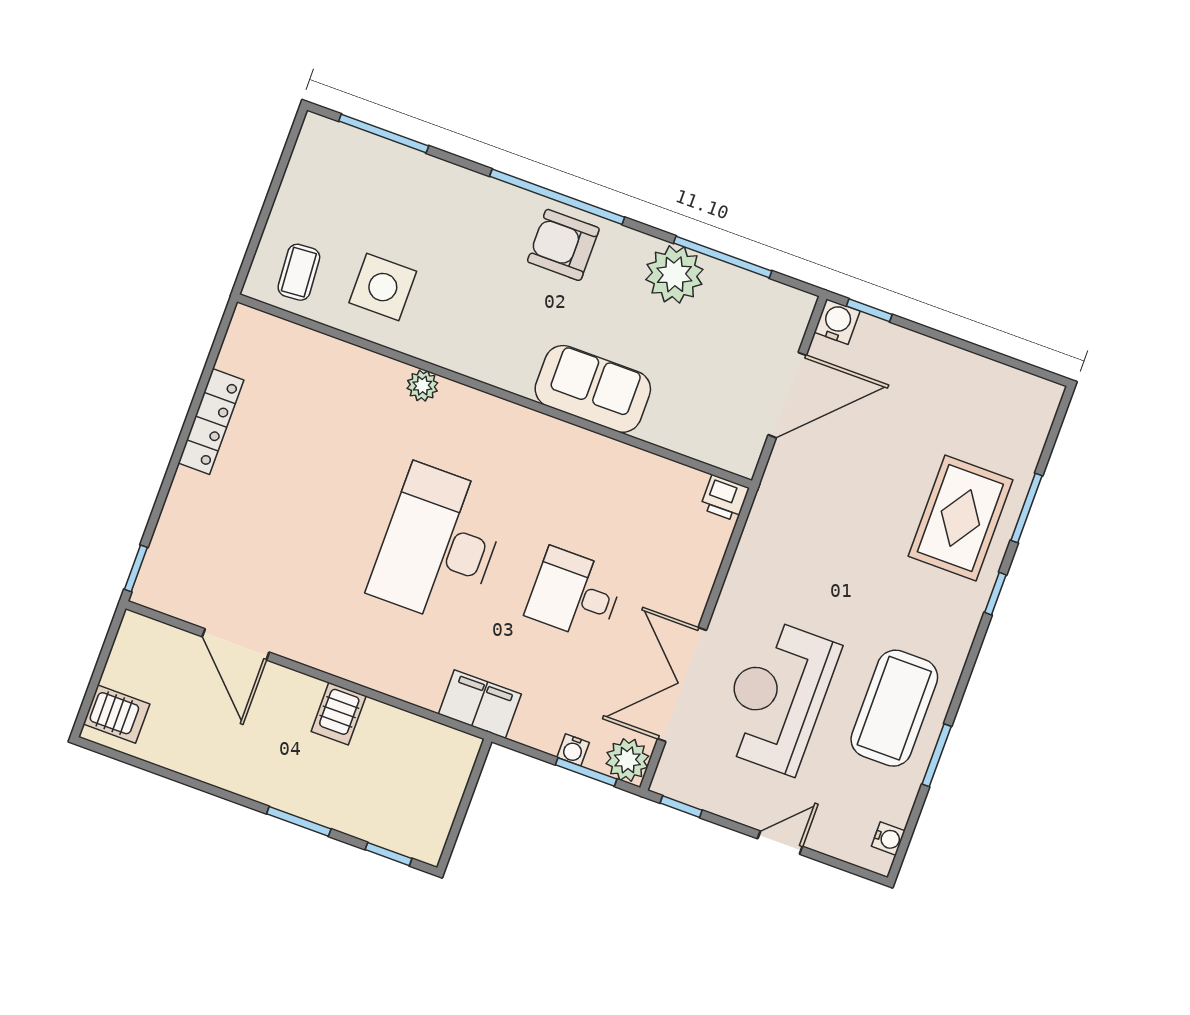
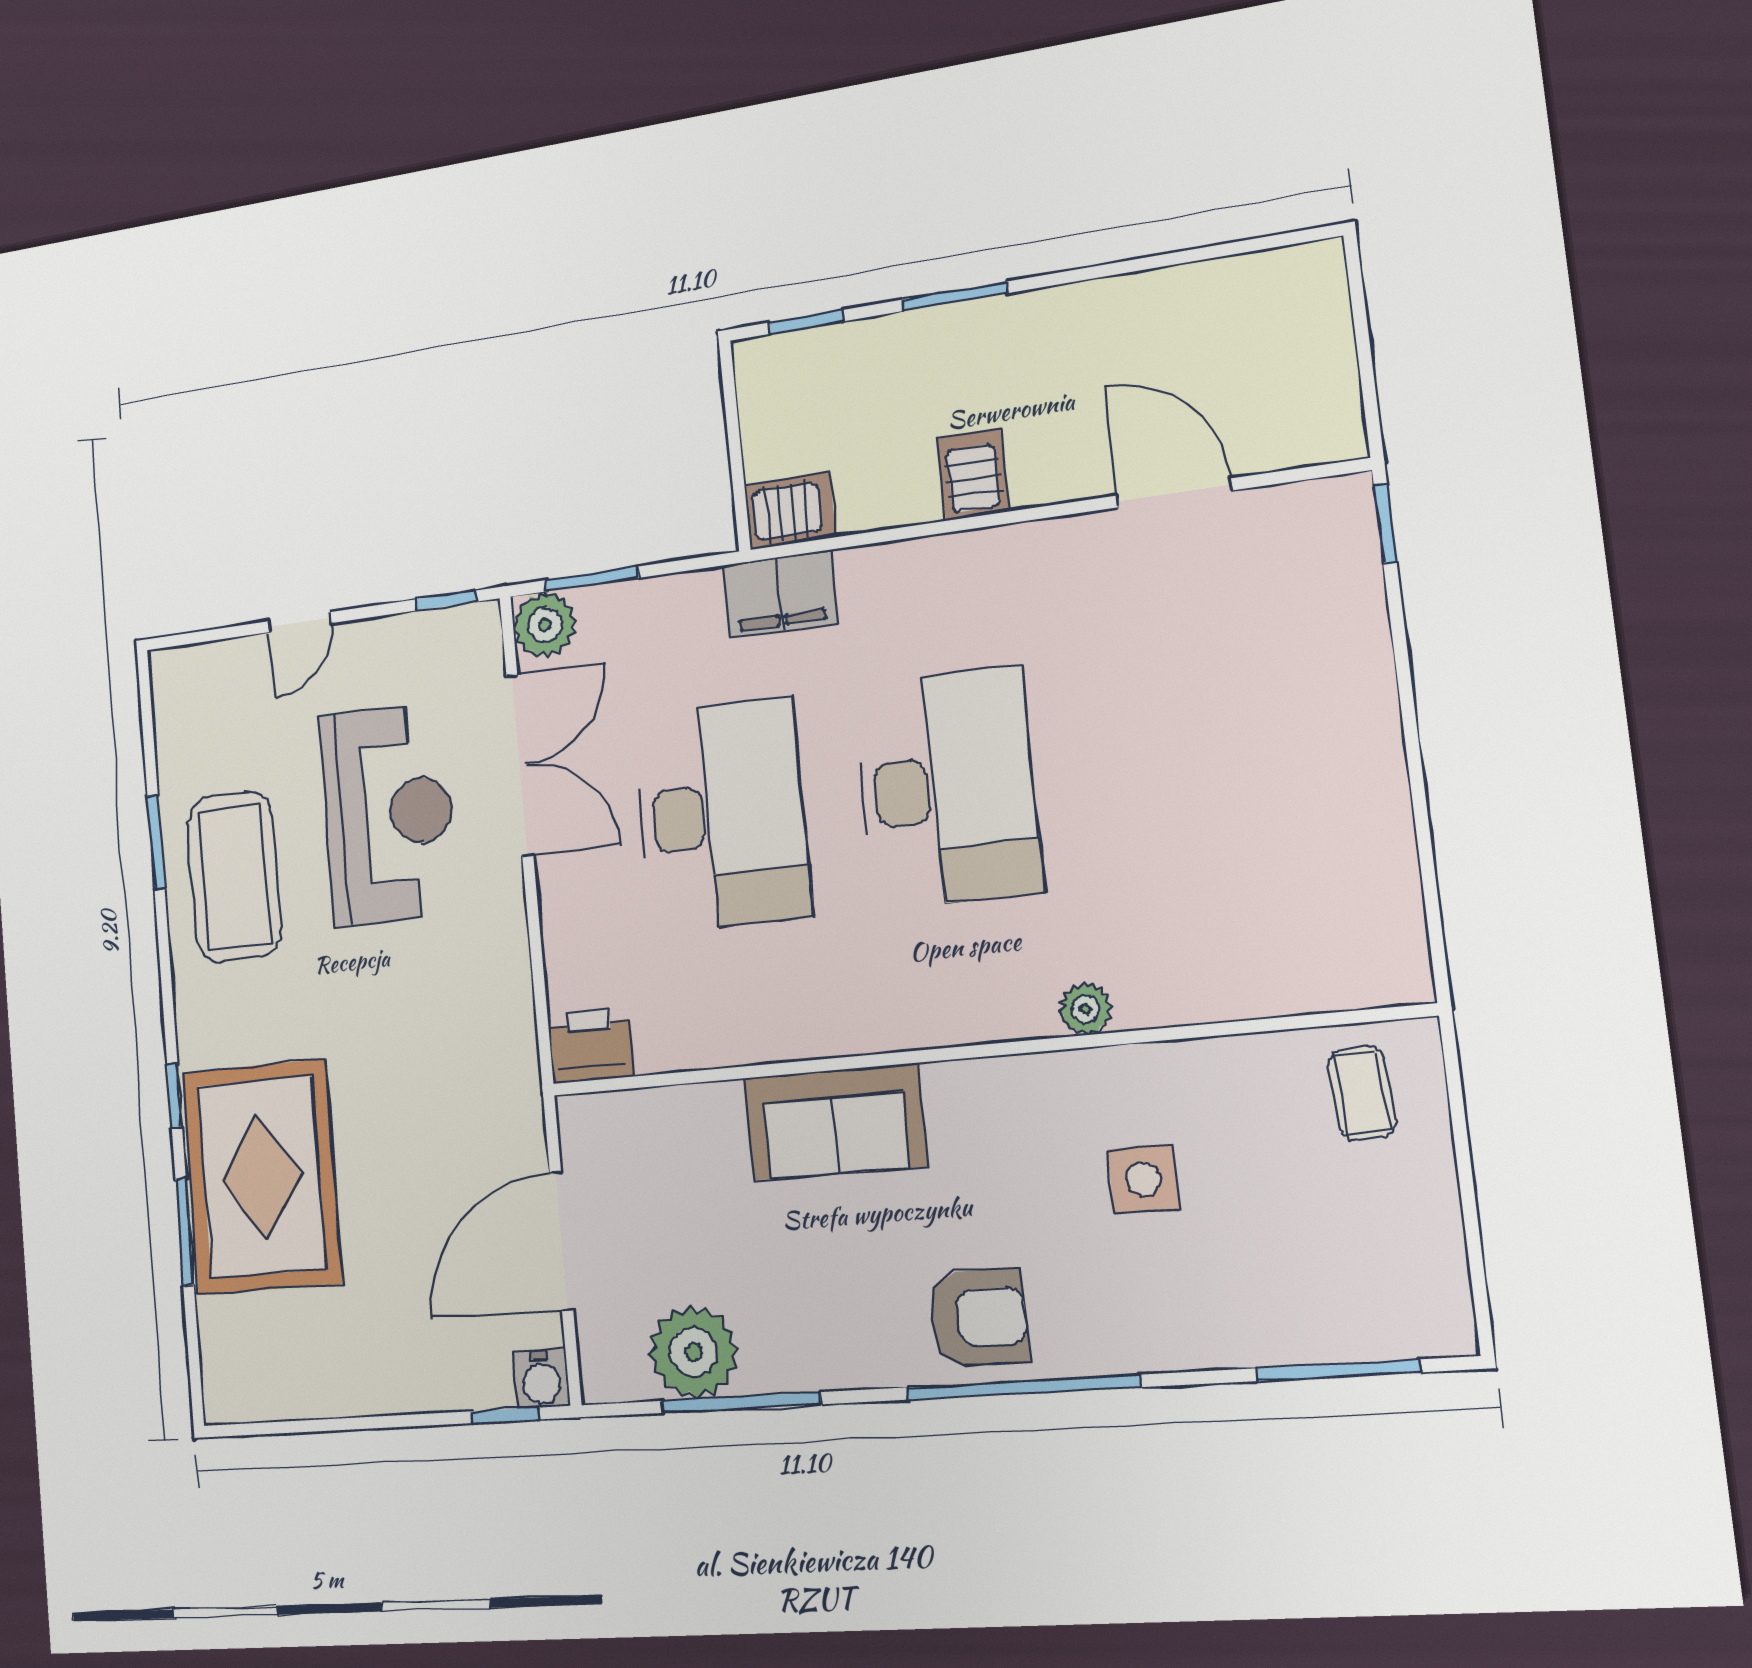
plant: (674, 274) -> (693, 1352), moved
side table: (383, 287) -> (1143, 1179), moved, width x0.73, depth x0.73
locker: (211, 422) -> (1383, 800), removed
printer: (725, 498) -> (590, 1045), width x1.36, depth x1.24
rug: (960, 518) -> (261, 1177), width x1.37, depth x1.44
desk: (575, 594) -> (722, 815), width x1.87, depth x1.30
server rack: (116, 714) -> (790, 511), moved, turned 180
water cooler: (573, 750) -> (623, 600), removed
water cooler: (888, 839) -> (168, 701), removed

